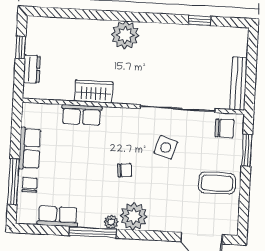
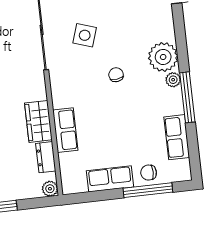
dresser: (32, 69) -> (46, 157), moved, turned -90
plant: (30, 92) -> (50, 189), added

